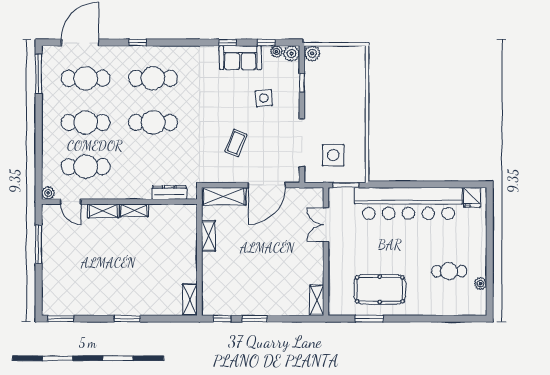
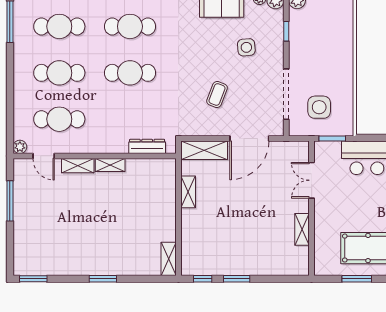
shelving: (317, 300) -> (302, 229), moved

